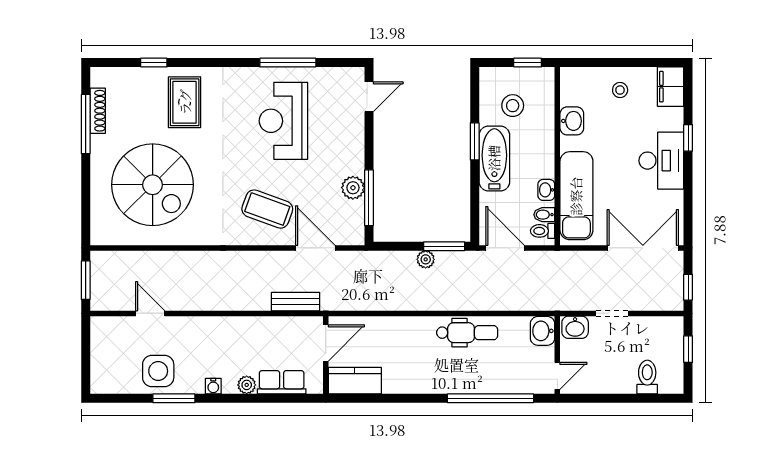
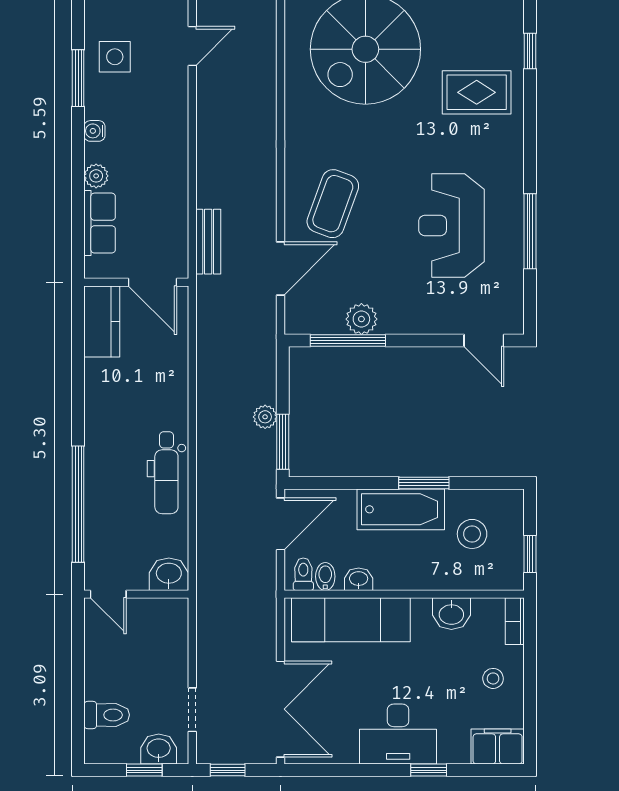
bookcase: (577, 74) -> (515, 621), added
reception desk: (283, 121) -> (452, 225), turned -90
doorway: (612, 313) -> (192, 710), moved
washbasin: (575, 327) -> (159, 749), moved, turned 90
side table: (158, 371) -> (115, 57), width x0.73, depth x0.73

